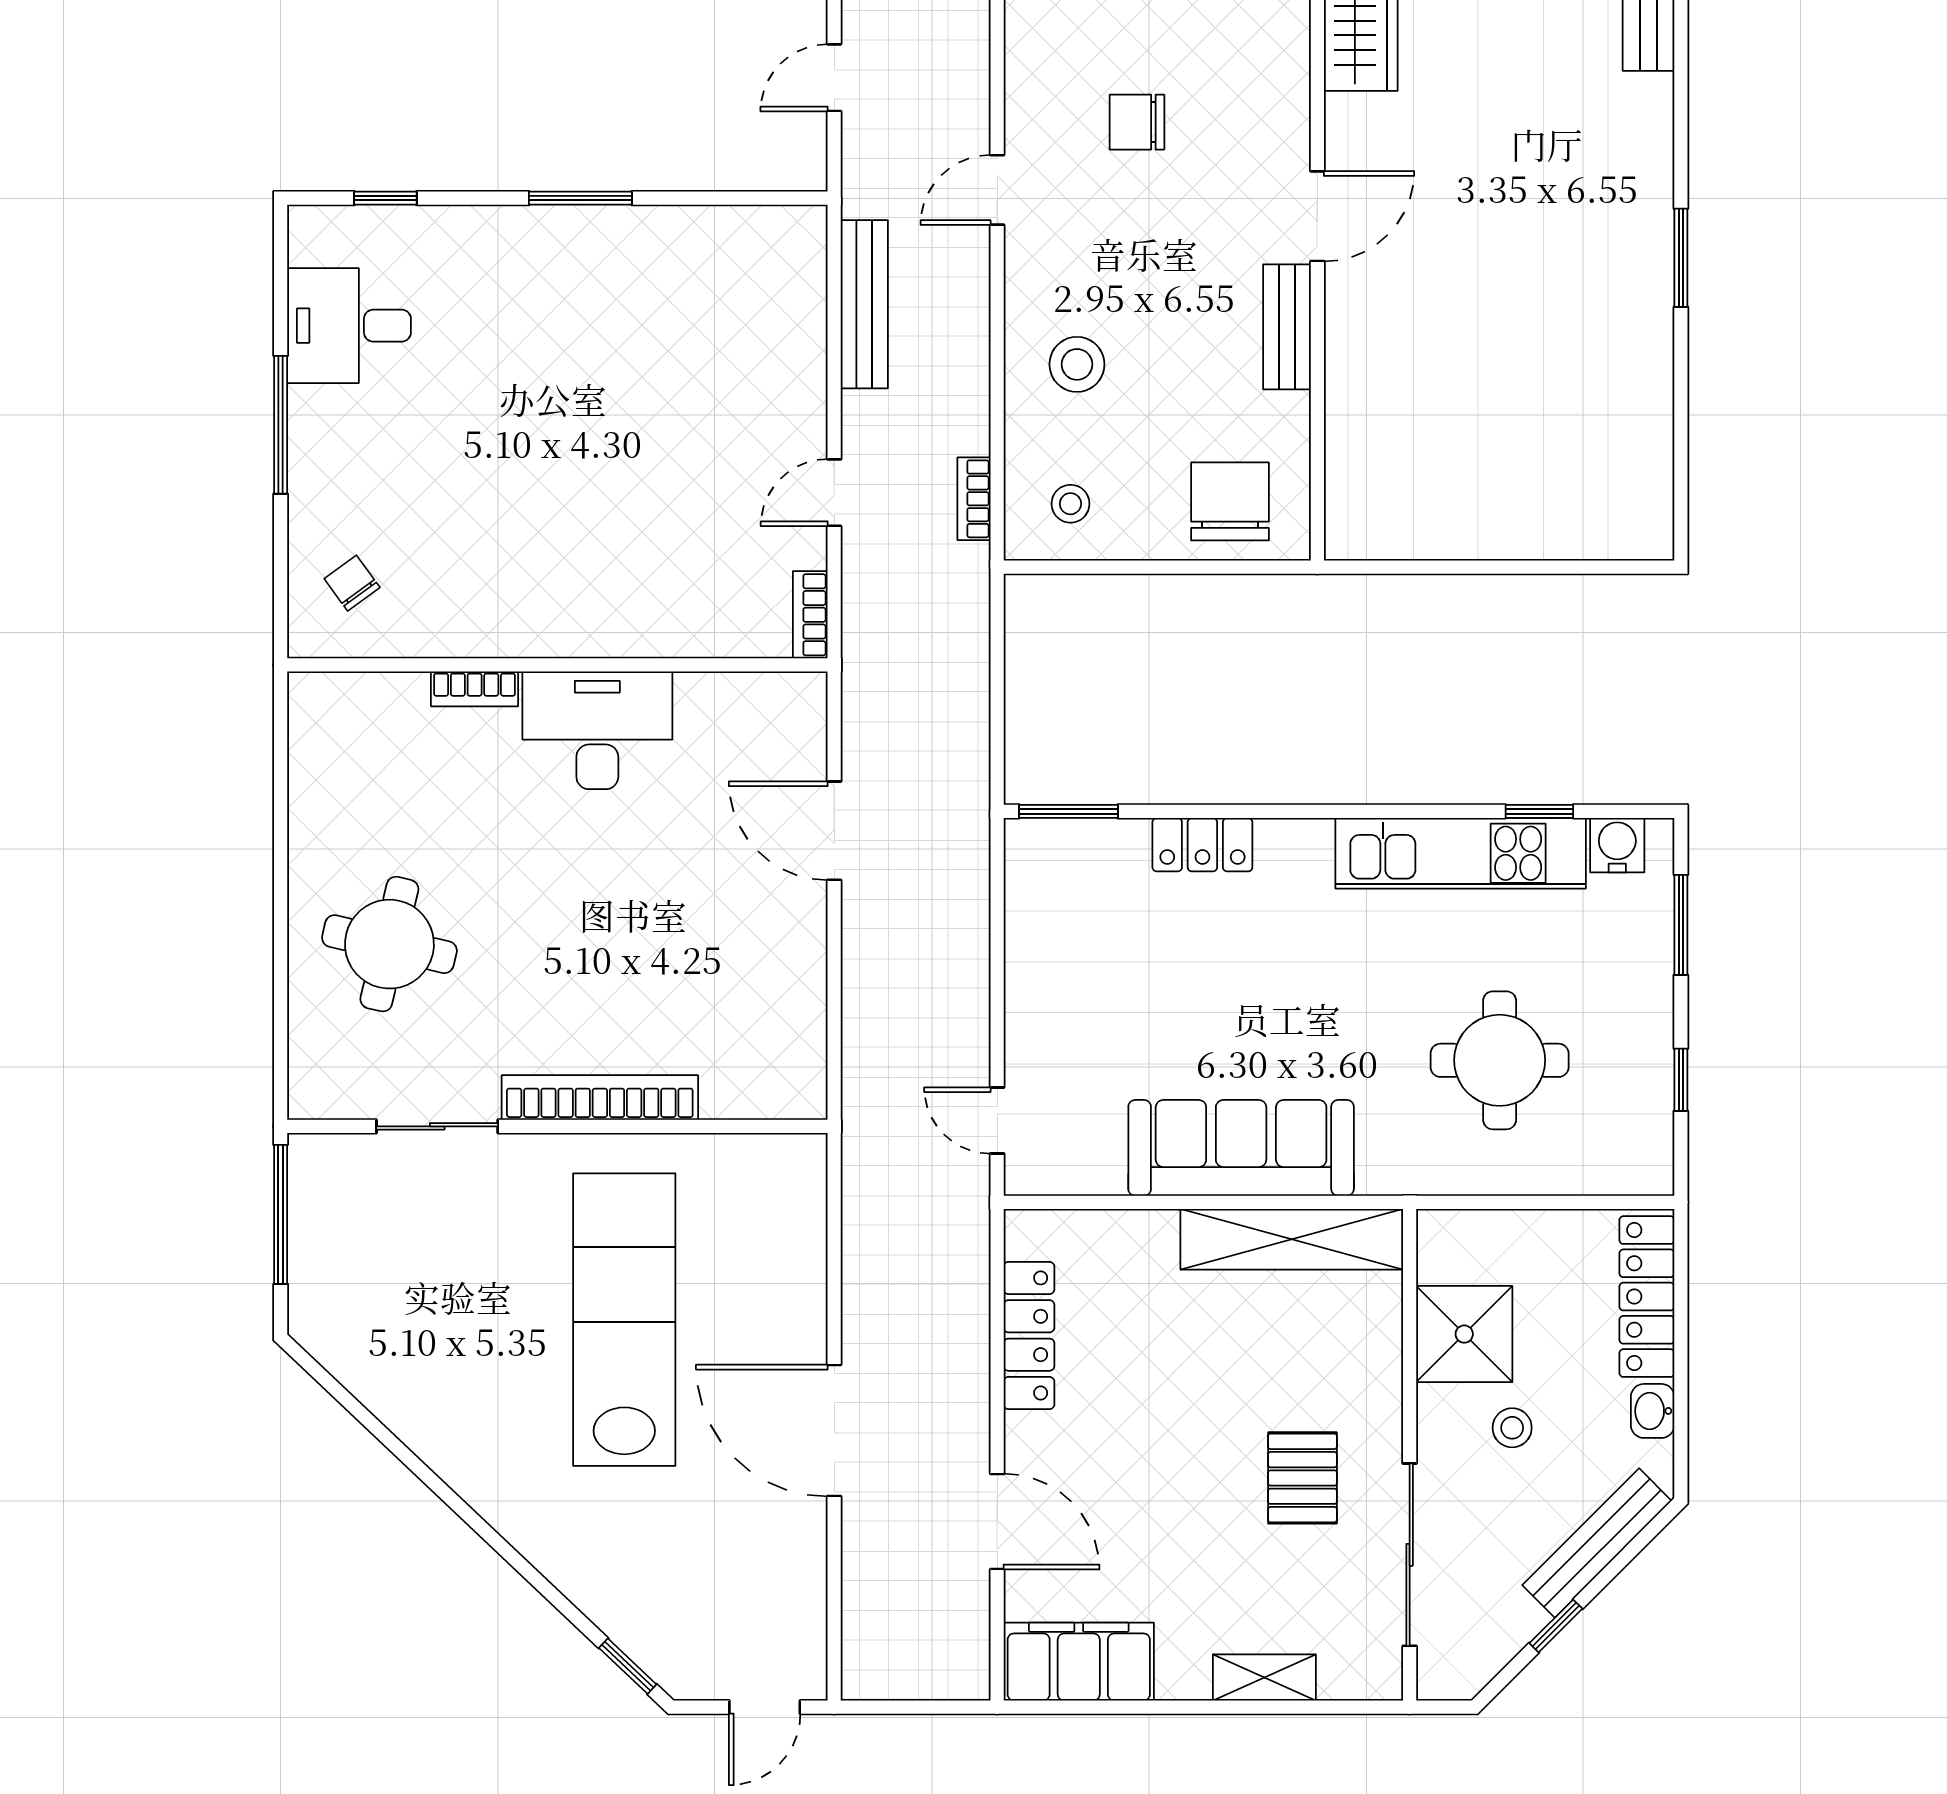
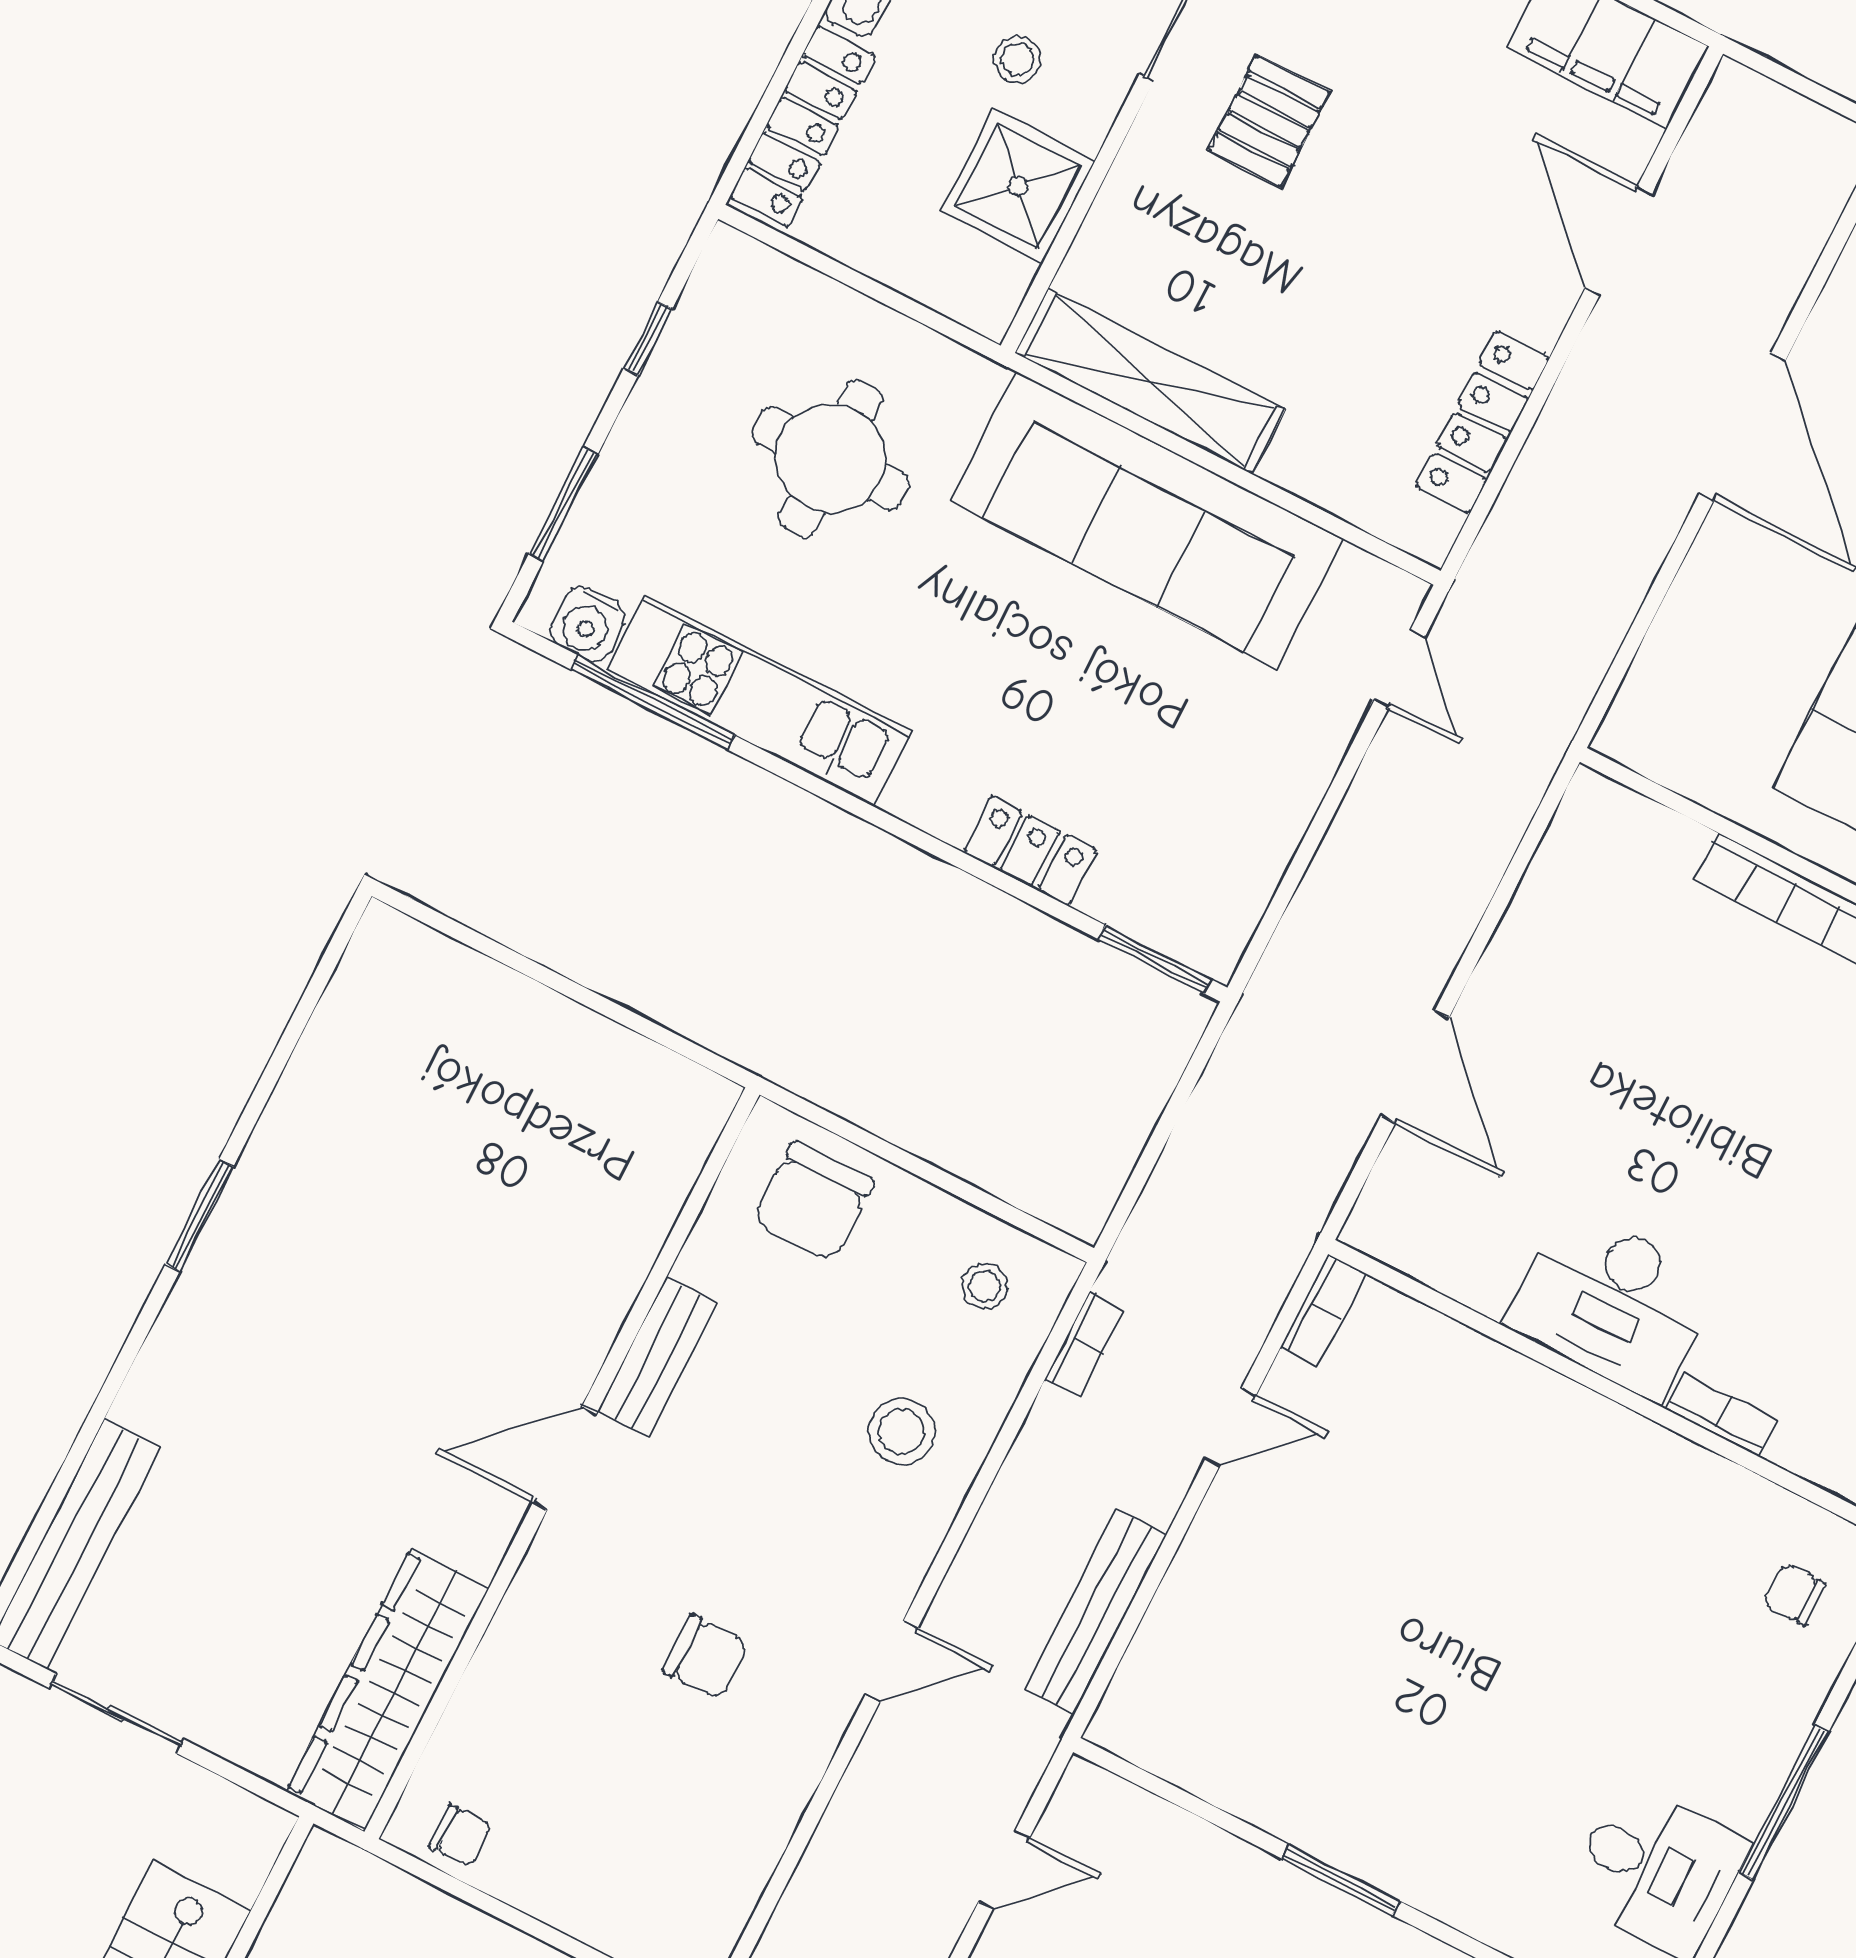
chair: (352, 583) -> (1794, 1594), turned 126
window: (1539, 811) -> (652, 702), width x2.17
sofa: (1241, 1148) -> (1147, 520), width x1.36, depth x1.27

